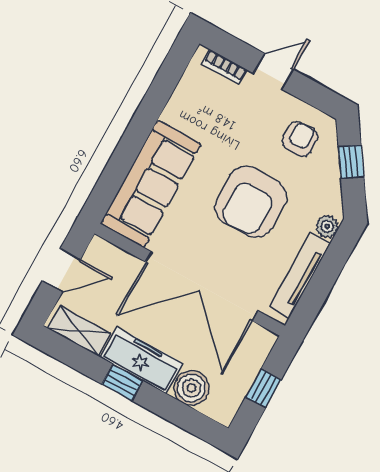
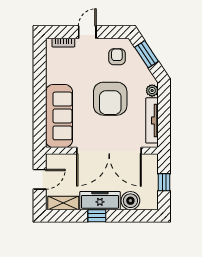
window: (351, 162) -> (147, 54), width x1.50

